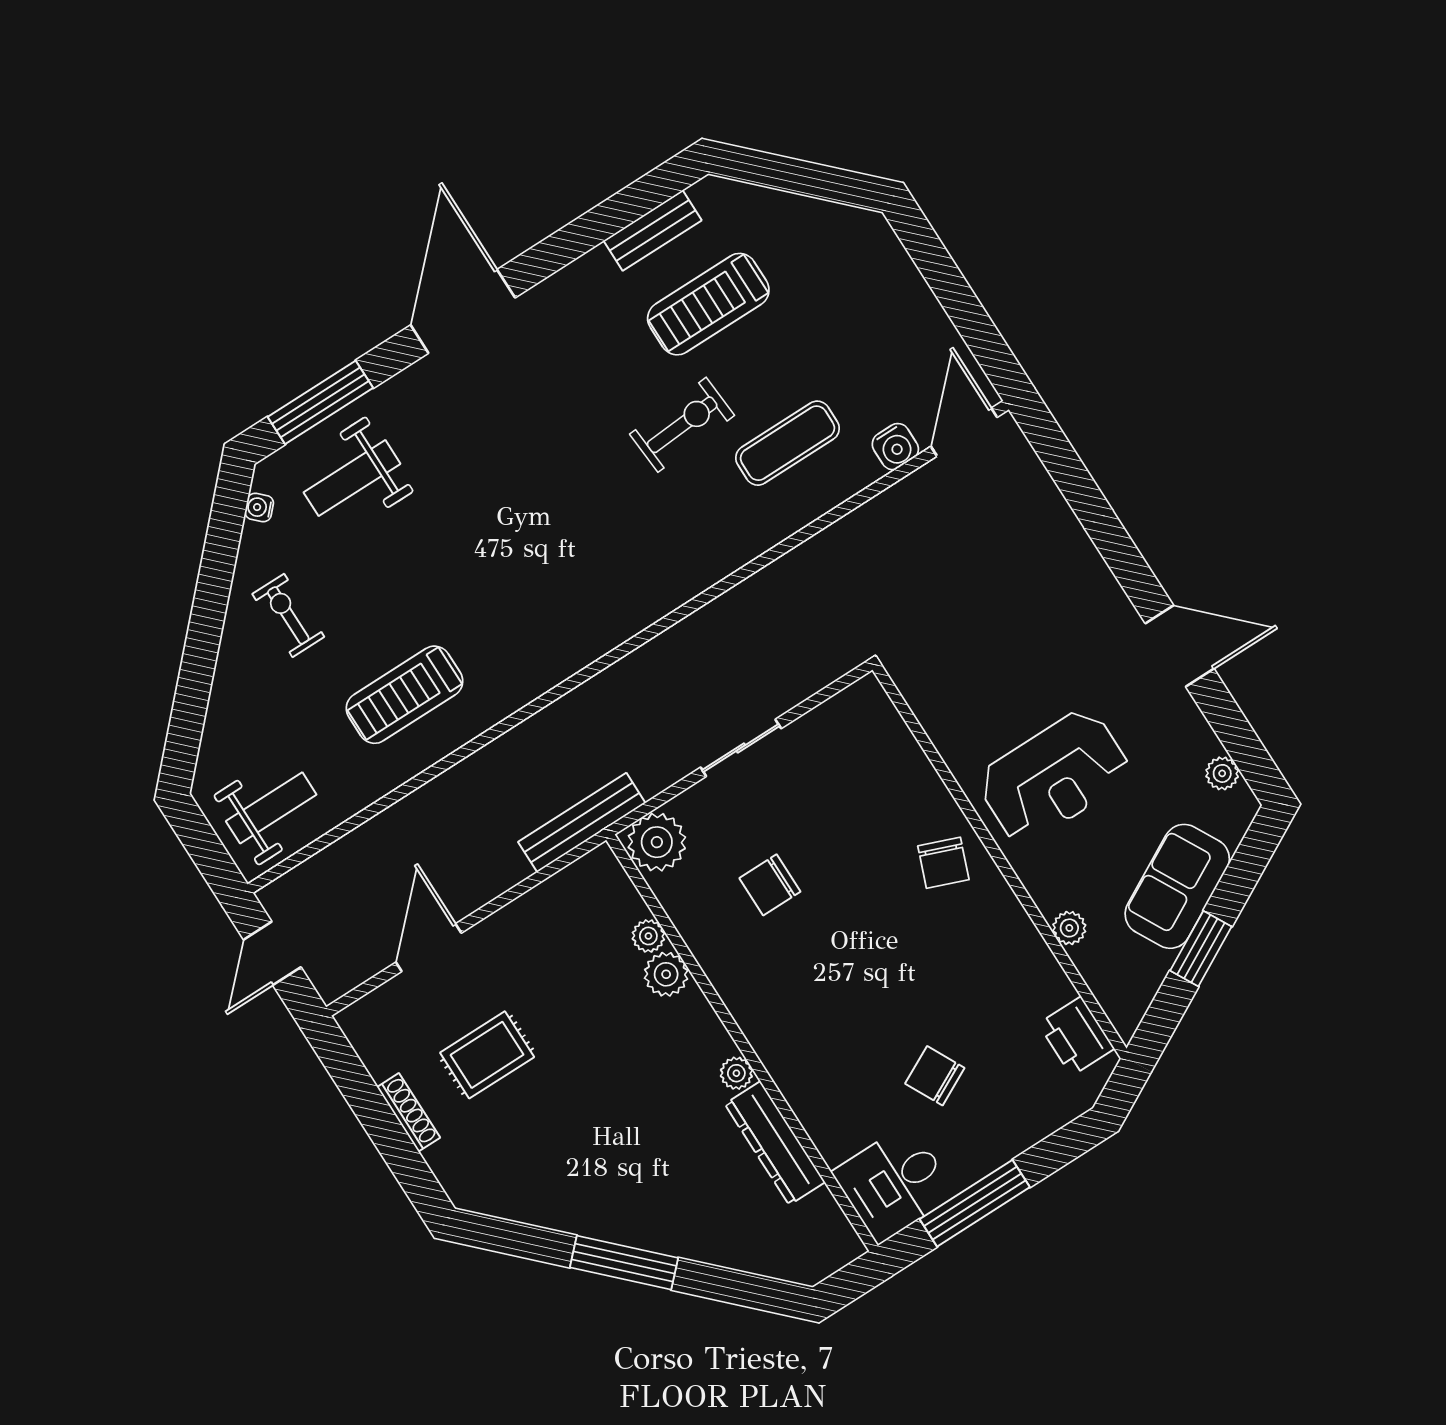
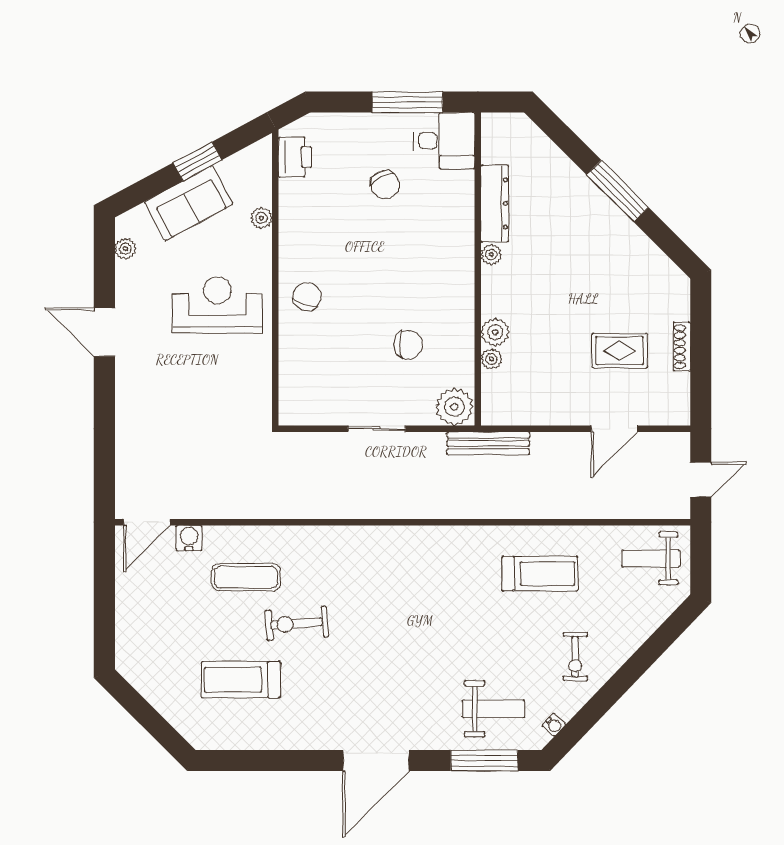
bench: (653, 230) -> (245, 739), removed
treadmill: (708, 304) -> (241, 680), turned 180

